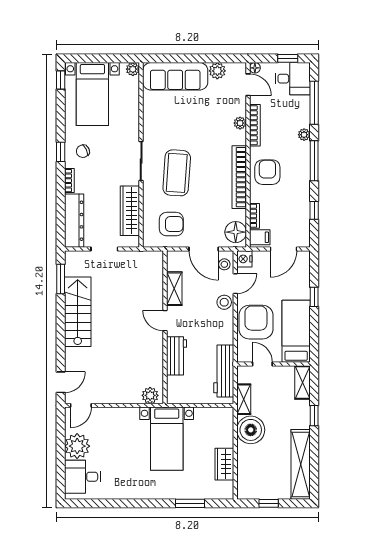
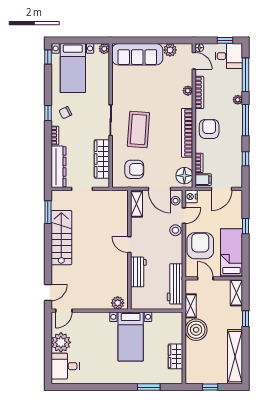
shelving: (174, 289) -> (137, 204), moved

